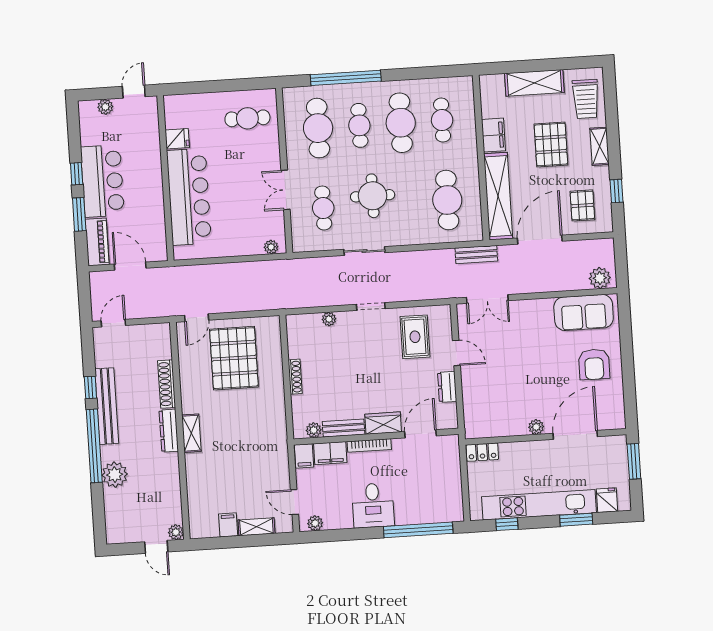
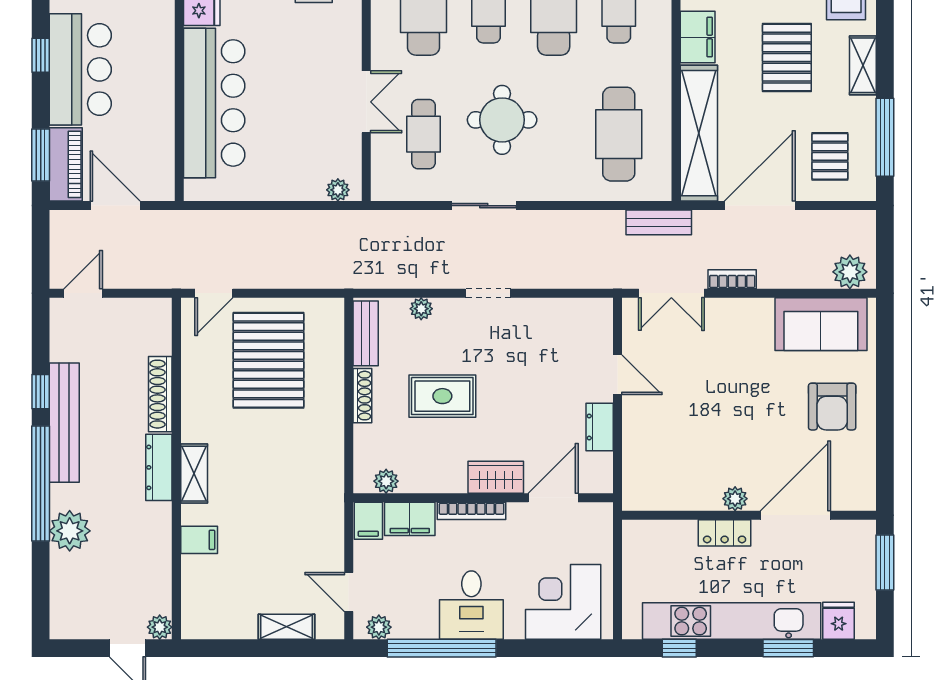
double door: (286, 190) -> (366, 102), swing flipped
window: (616, 191) -> (885, 137), width x2.17
window: (79, 214) -> (41, 155), moved
bookcase: (525, 288) -> (732, 279), added
rug: (415, 337) -> (442, 396), moved, turned 90
bench: (344, 428) -> (366, 333), moved, turned 90
locker: (482, 452) -> (725, 533), moved
corner desk: (431, 500) -> (563, 602), added
filing cabinet: (228, 525) -> (199, 540), moved, turned 90
window: (418, 530) -> (442, 648), moved

